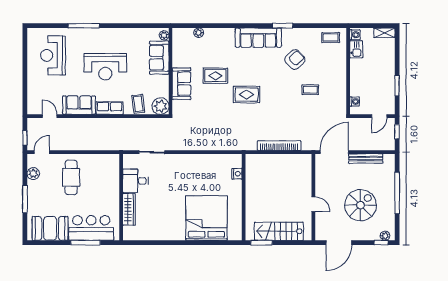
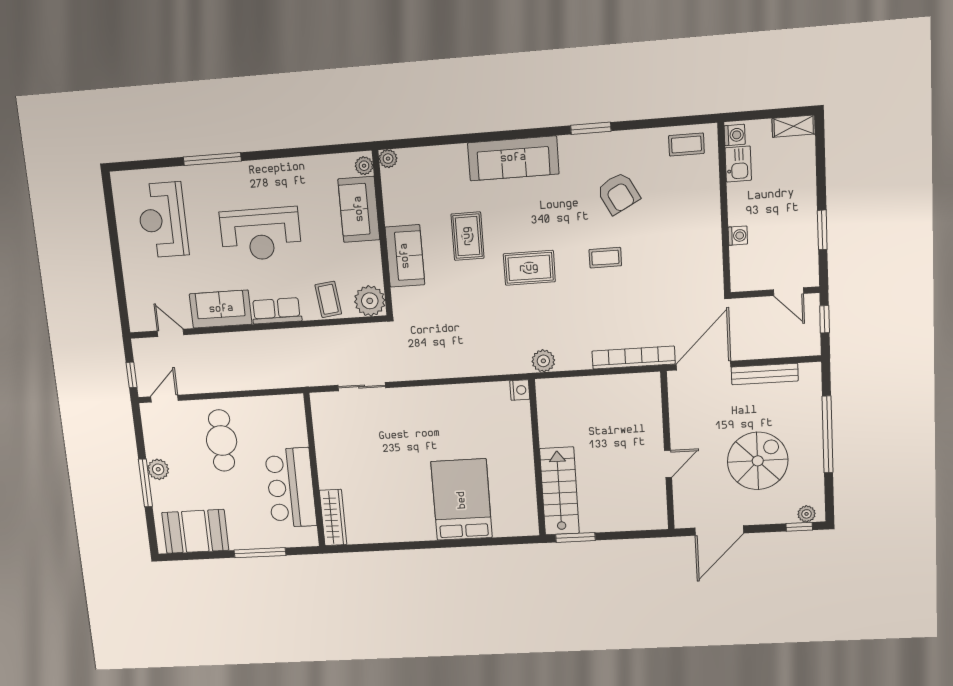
plant: (199, 33) -> (388, 159), moved
sofa: (258, 38) -> (513, 158), moved
armchair: (295, 59) -> (618, 193), turned 105
rug: (215, 76) -> (467, 236), turned 90
coffee table: (310, 90) -> (605, 258), moved
washing machine: (355, 102) -> (738, 236), moved
door: (379, 116) -> (789, 292), hinge flipped
plant: (251, 144) -> (543, 361), added
bookcase: (279, 146) -> (634, 358), moved
plant: (33, 174) -> (158, 469), moved
nightstand: (237, 174) -> (520, 390), moved
desk: (135, 181) -> (337, 440), removed
door: (313, 204) -> (668, 464), hinge flipped
wardrobe: (129, 209) -> (333, 517), moved
bed: (206, 218) -> (462, 500), width x0.73
bar counter: (91, 228) -> (291, 488), moved, turned -90
stairs: (279, 231) -> (559, 491), moved, turned 90

